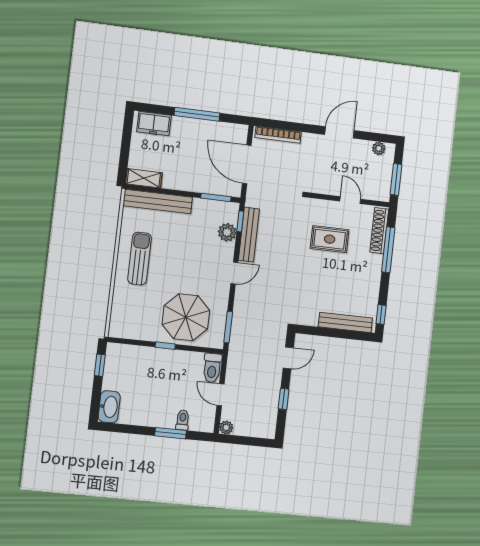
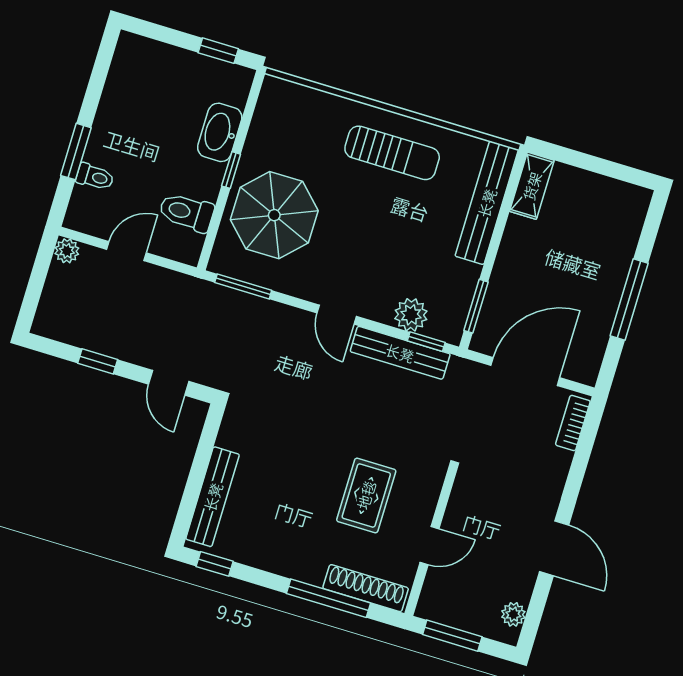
freezer: (154, 124) -> (625, 221), removed
bookcase: (278, 135) -> (573, 423), width x0.64
toilet: (212, 368) -> (186, 212), moved
washbasin: (109, 407) -> (220, 132), moved, turned 90

